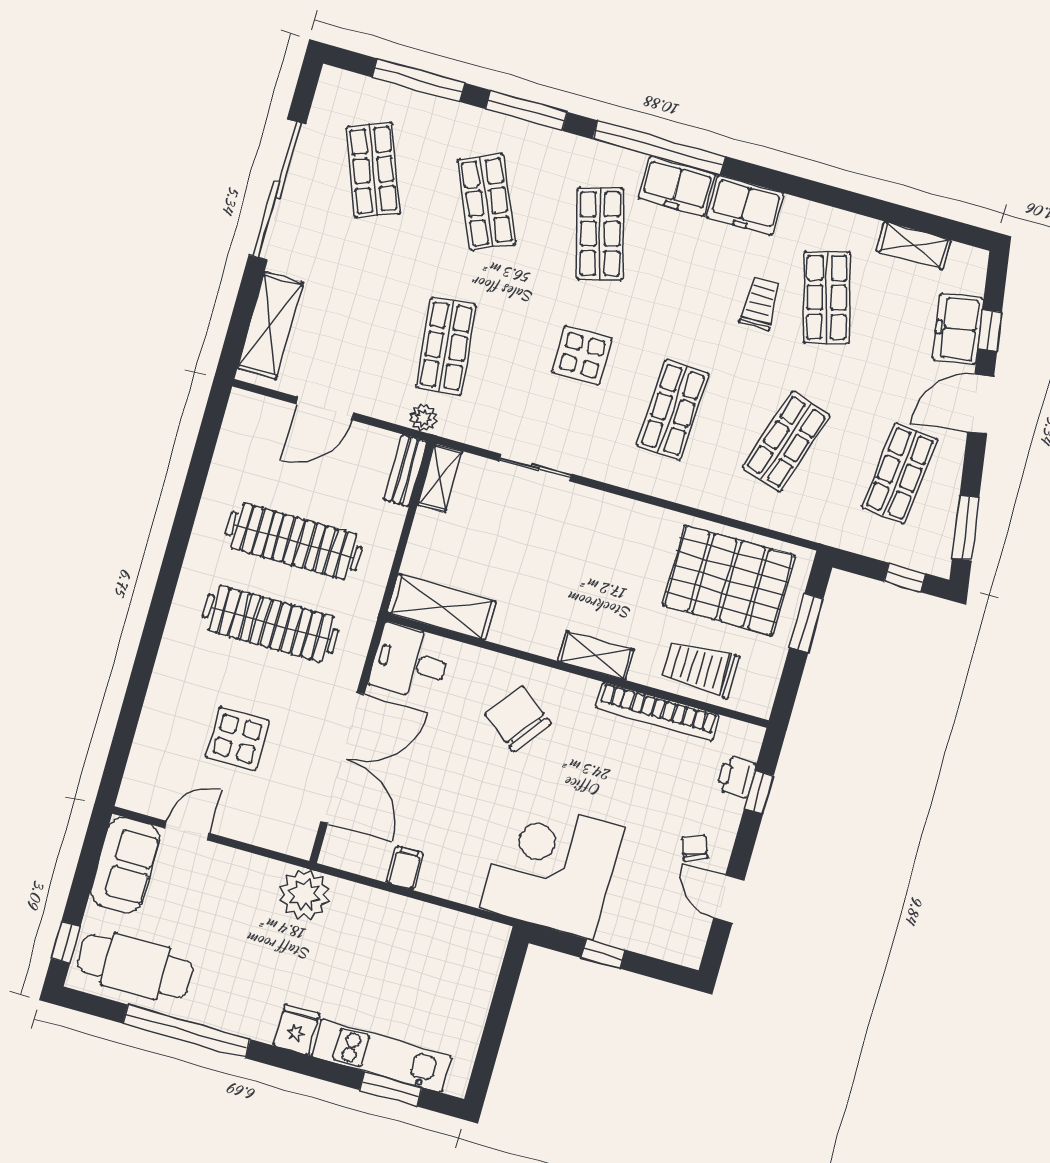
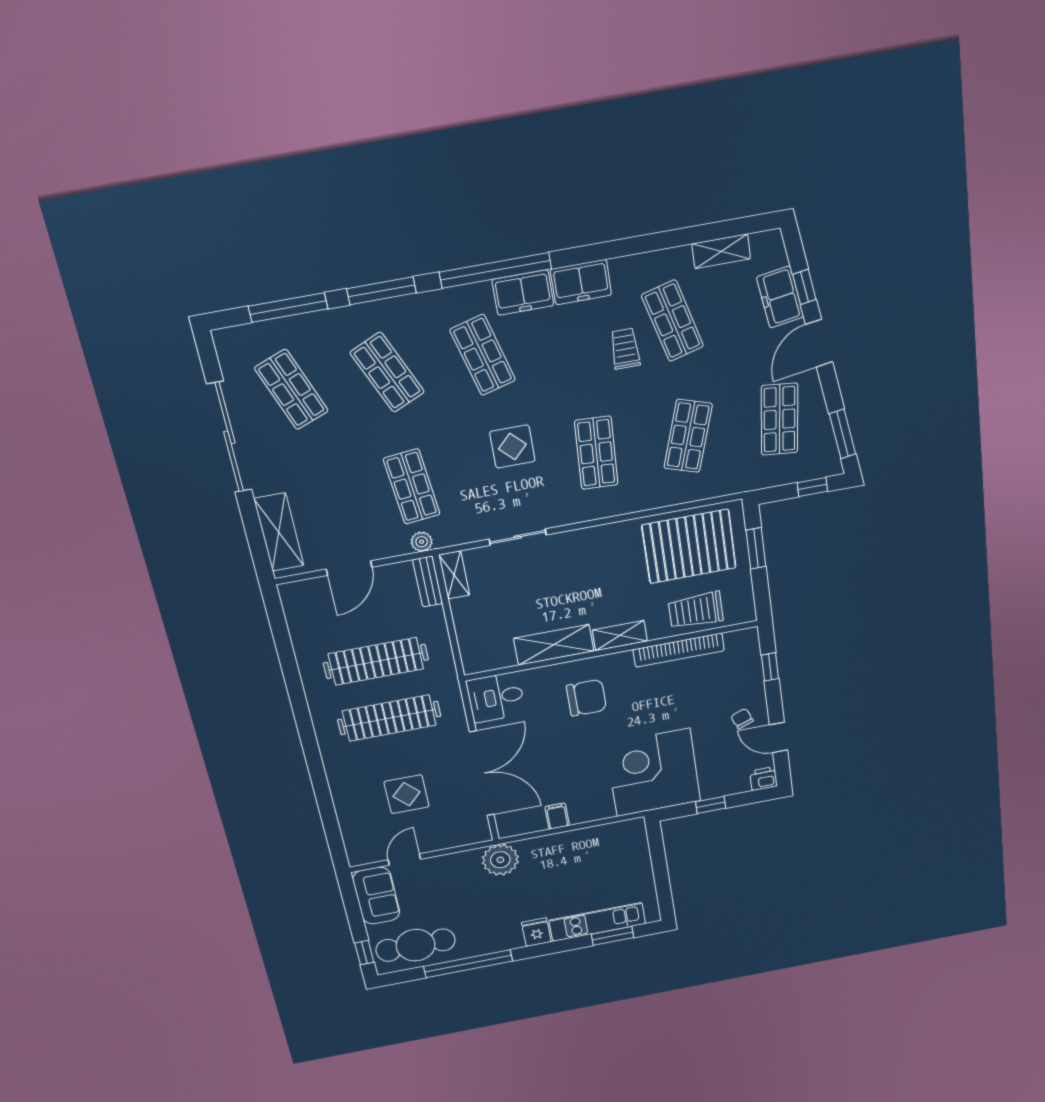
shelving: (441, 607) -> (554, 645), moved
chair: (518, 719) -> (586, 698), turned 143
printer: (736, 777) -> (764, 779), moved, turned 90

